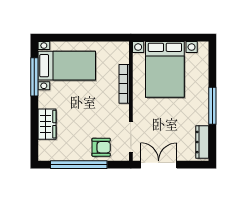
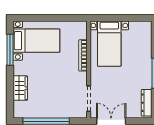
bed with nightstands: (165, 69) -> (109, 44), width x0.73
armchair: (101, 147) -> (64, 107), removed

